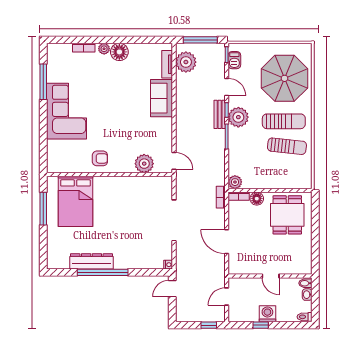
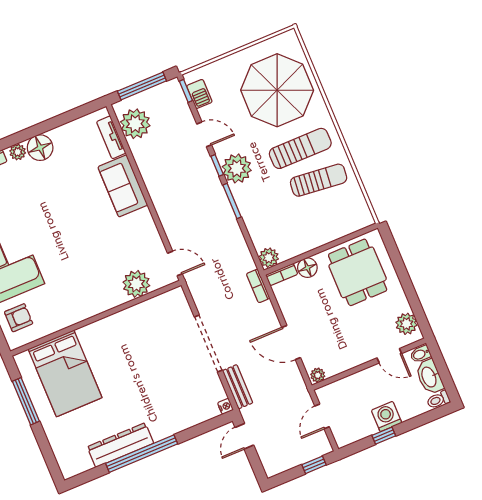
bench: (220, 114) -> (238, 387), moved
armchair: (100, 158) -> (19, 318), moved
plant: (305, 260) -> (406, 324), added
plant: (235, 269) -> (318, 375), added
door: (271, 276) -> (389, 356), moved
washbasin: (307, 295) -> (429, 377), width x1.91, depth x1.45

